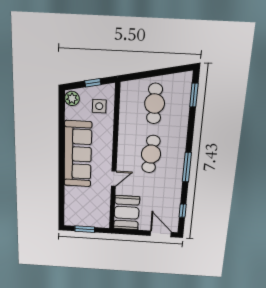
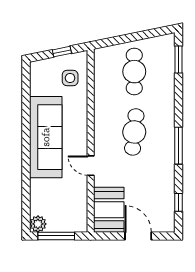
plant: (72, 98) -> (38, 224), moved
door: (114, 179) -> (91, 166), swing flipped
window: (85, 229) -> (56, 236), width x1.44
door: (161, 234) -> (138, 236), moved

